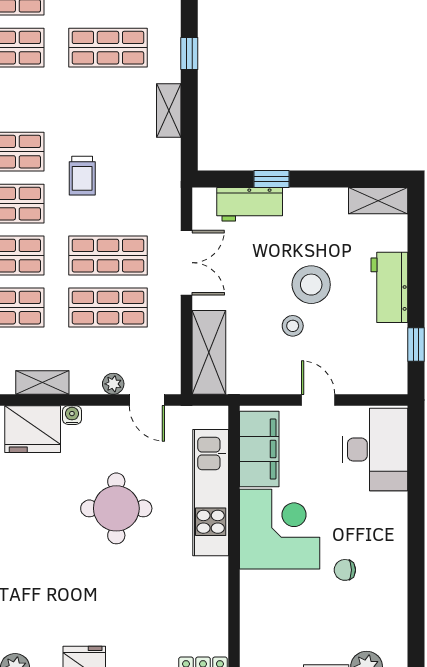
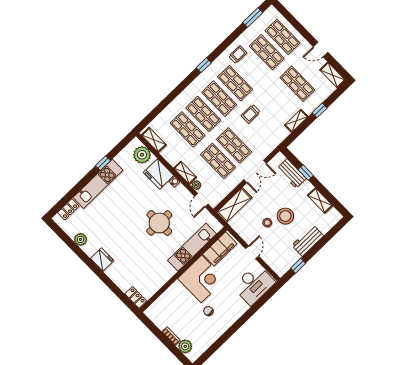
shelving: (378, 201) -> (320, 200), moved
shelving: (42, 383) -> (185, 173), moved

